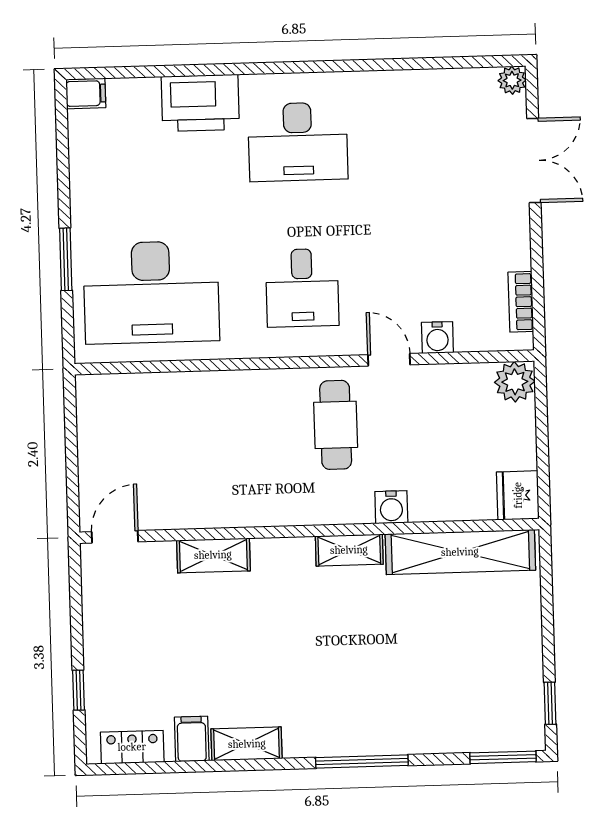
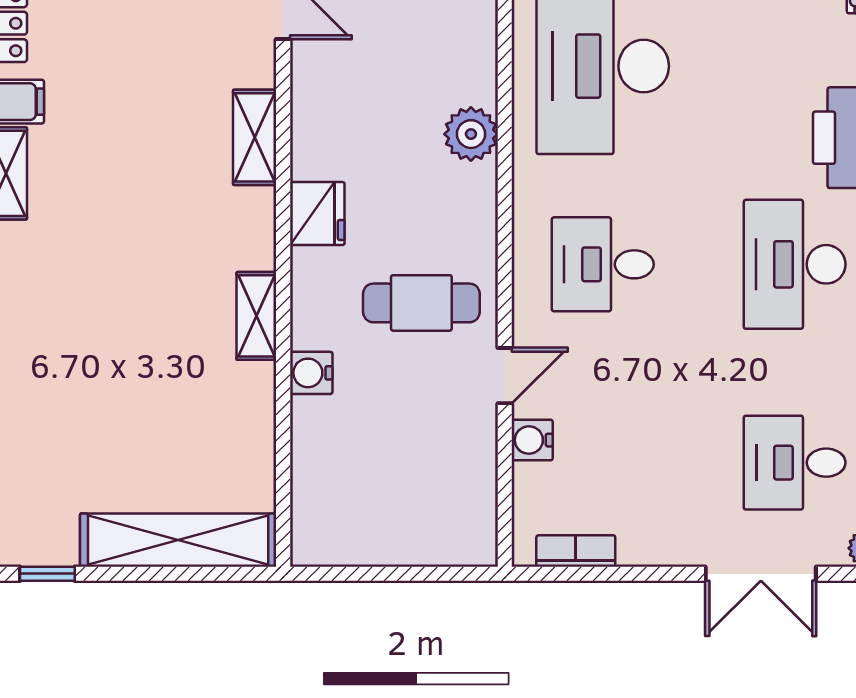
desk: (449, 137) -> (795, 463), added
plant: (515, 382) -> (471, 134), moved
fridge: (518, 495) -> (317, 214), moved, turned 90
shelving: (460, 552) -> (178, 540), moved, turned 90

